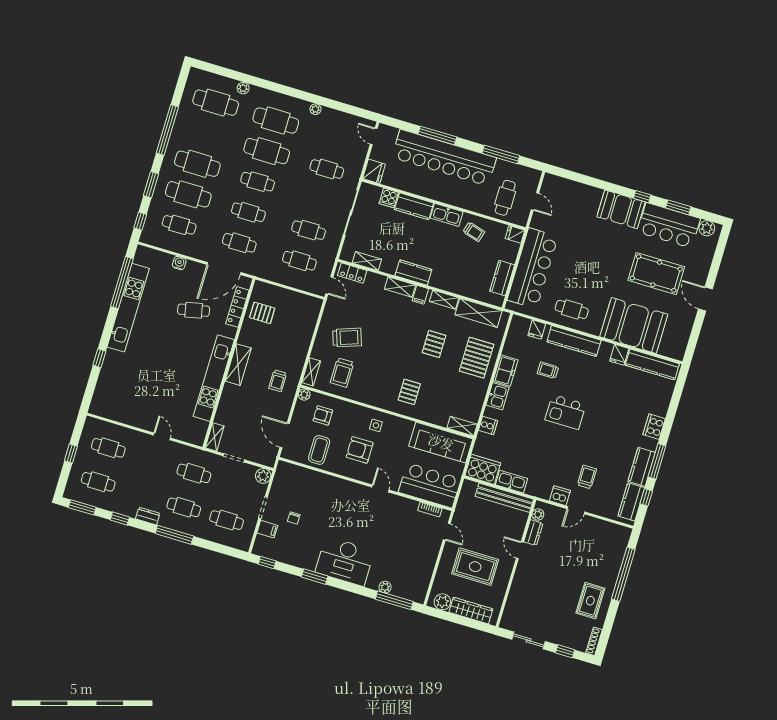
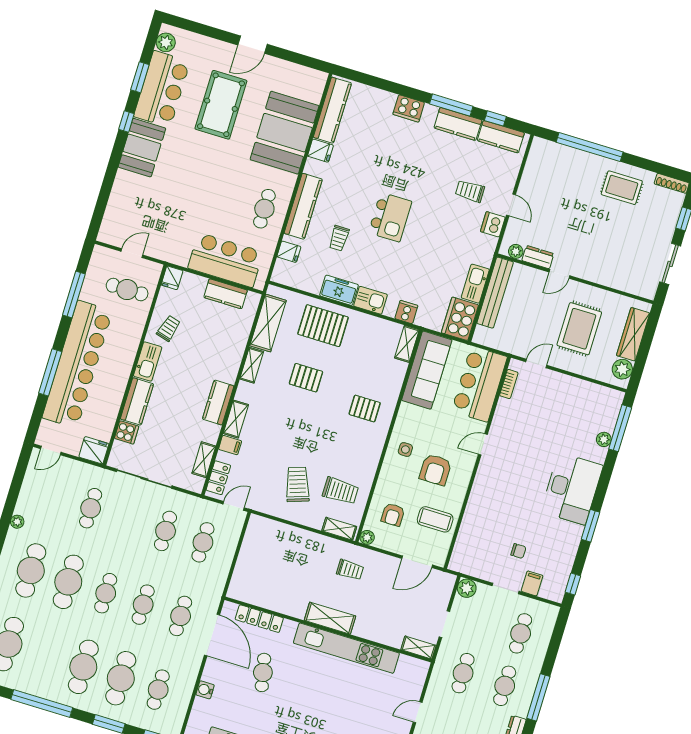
bar counter: (533, 268) -> (226, 260), width x0.73
filing cabinet: (420, 295) -> (230, 445), moved
pallet: (262, 313) -> (267, 588), removed

